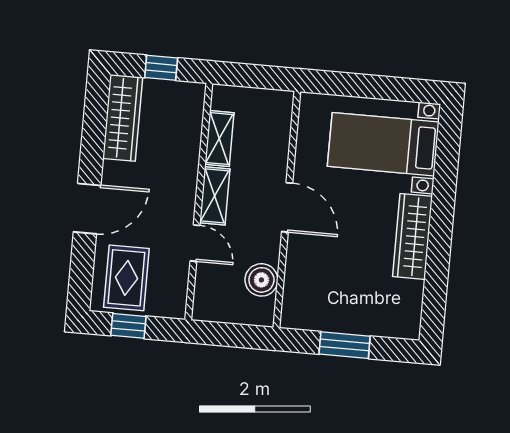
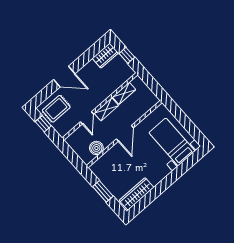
wardrobe: (123, 118) -> (105, 56), width x0.67
wardrobe: (413, 236) -> (136, 194), moved

